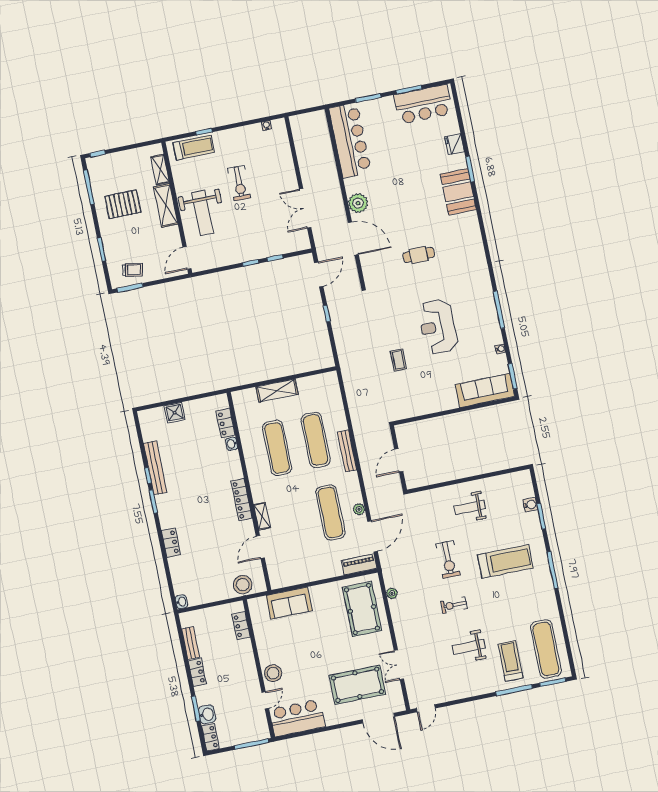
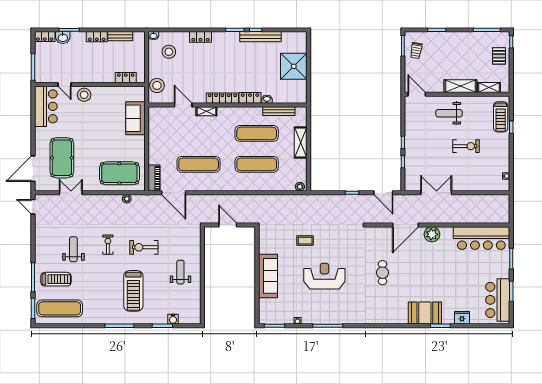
exercise bike: (239, 183) -> (466, 146), turned 180
pallet: (123, 204) -> (499, 56), moved, width x0.67, depth x0.71
weight bench: (203, 213) -> (449, 113), width x0.73, depth x0.75
sofa: (485, 390) -> (268, 276), moved
shower: (175, 413) -> (294, 66), width x1.86, depth x1.86
locker: (226, 423) -> (250, 98), moved
bench: (347, 451) -> (279, 111), moved
plant: (359, 509) -> (300, 187), moved
stool: (198, 578) -> (169, 52), added

